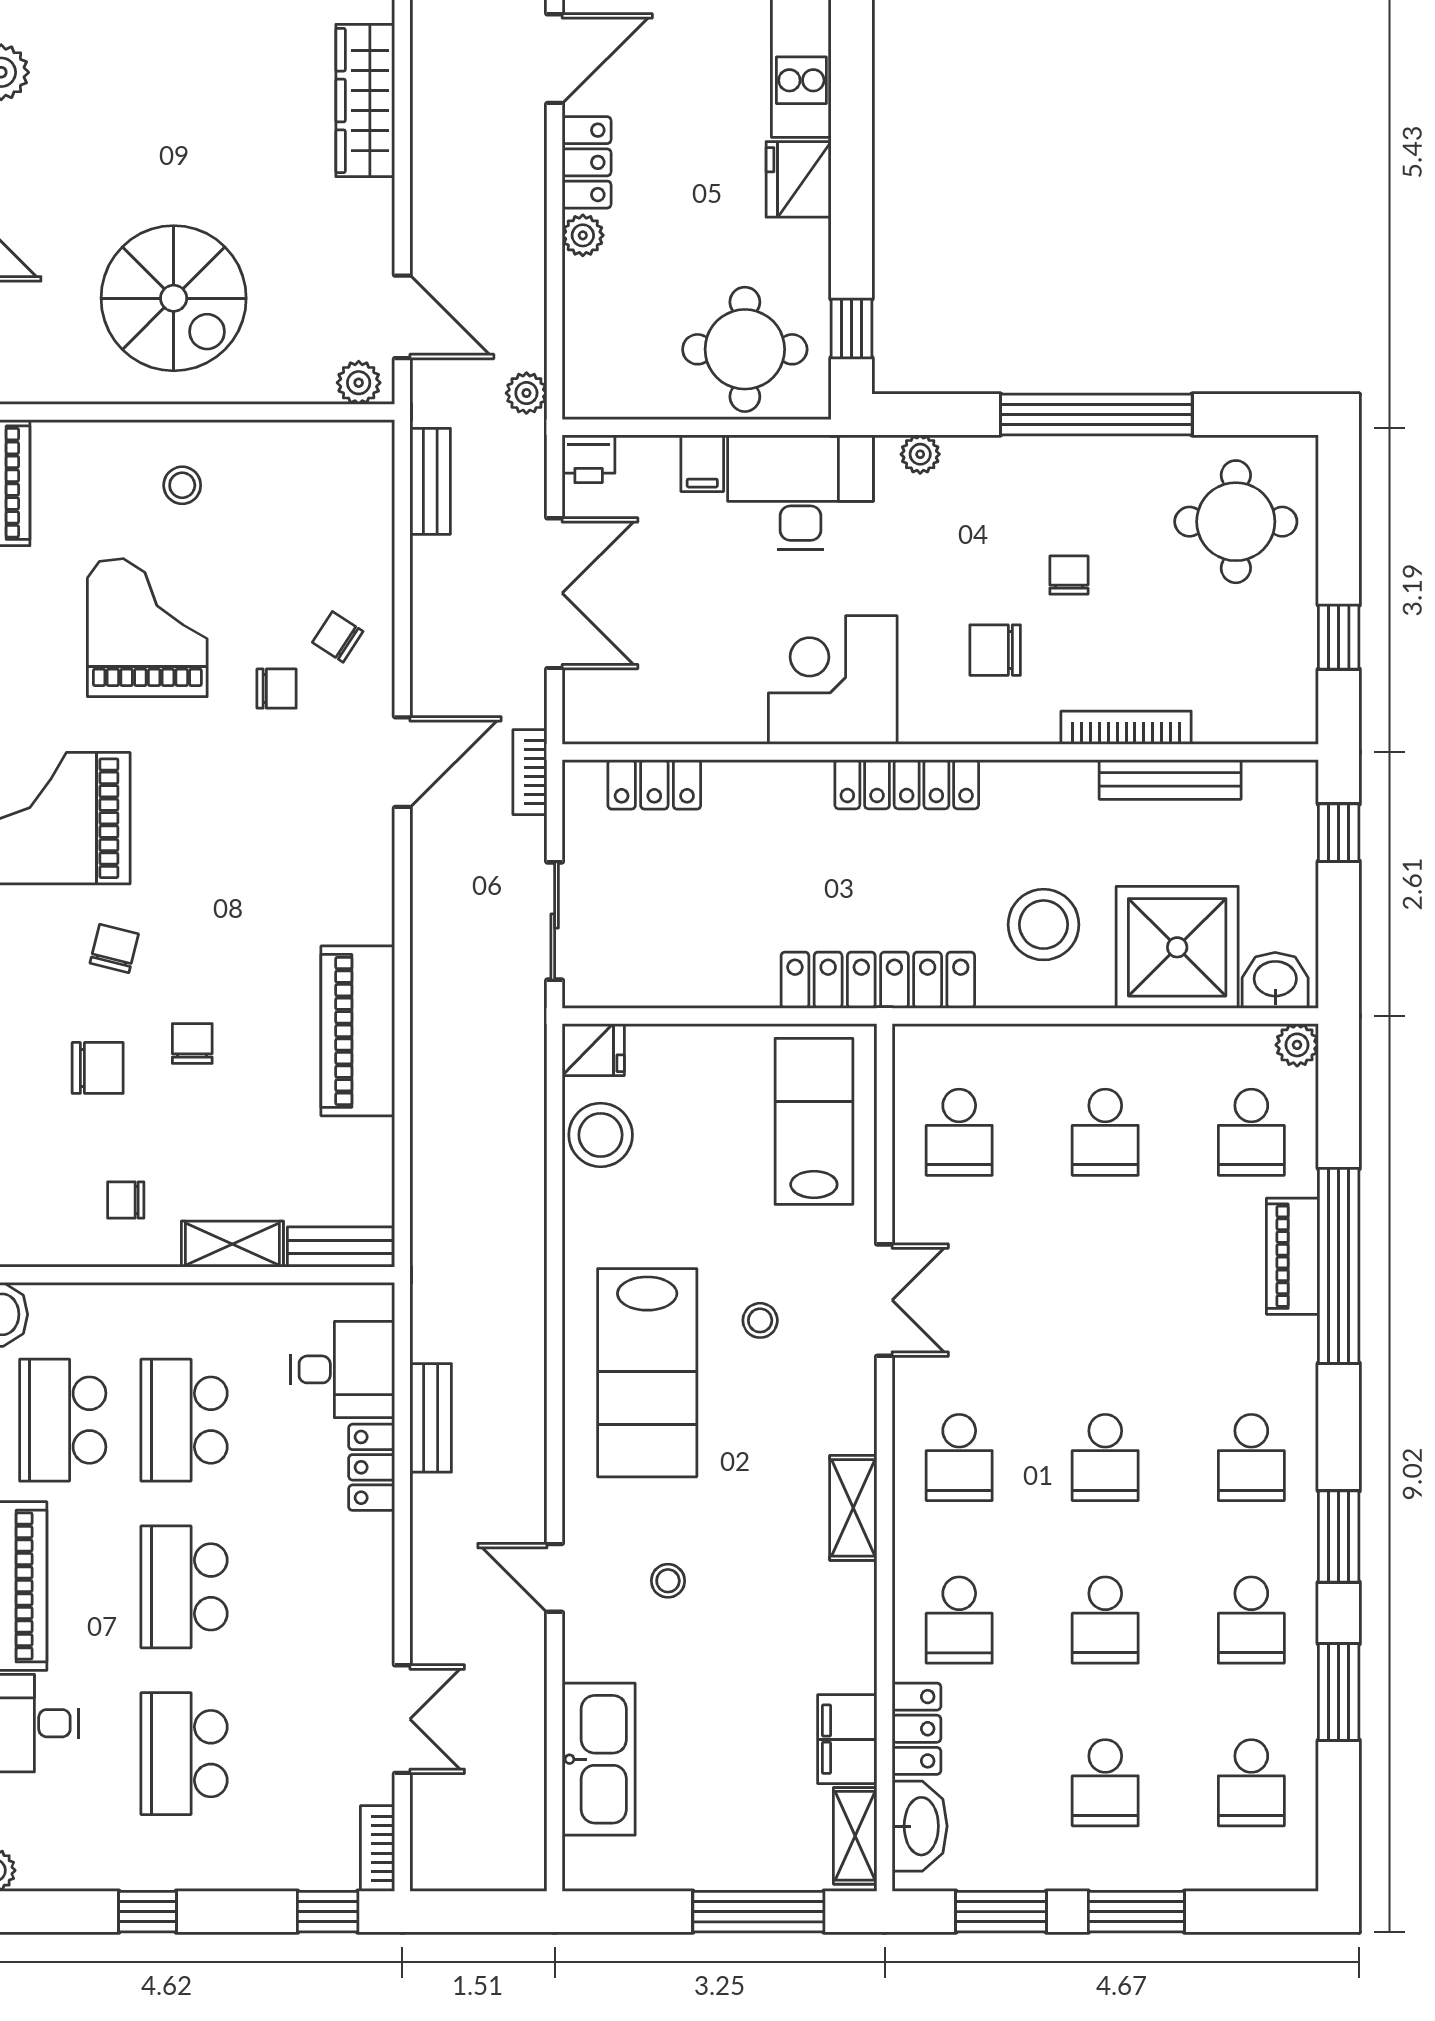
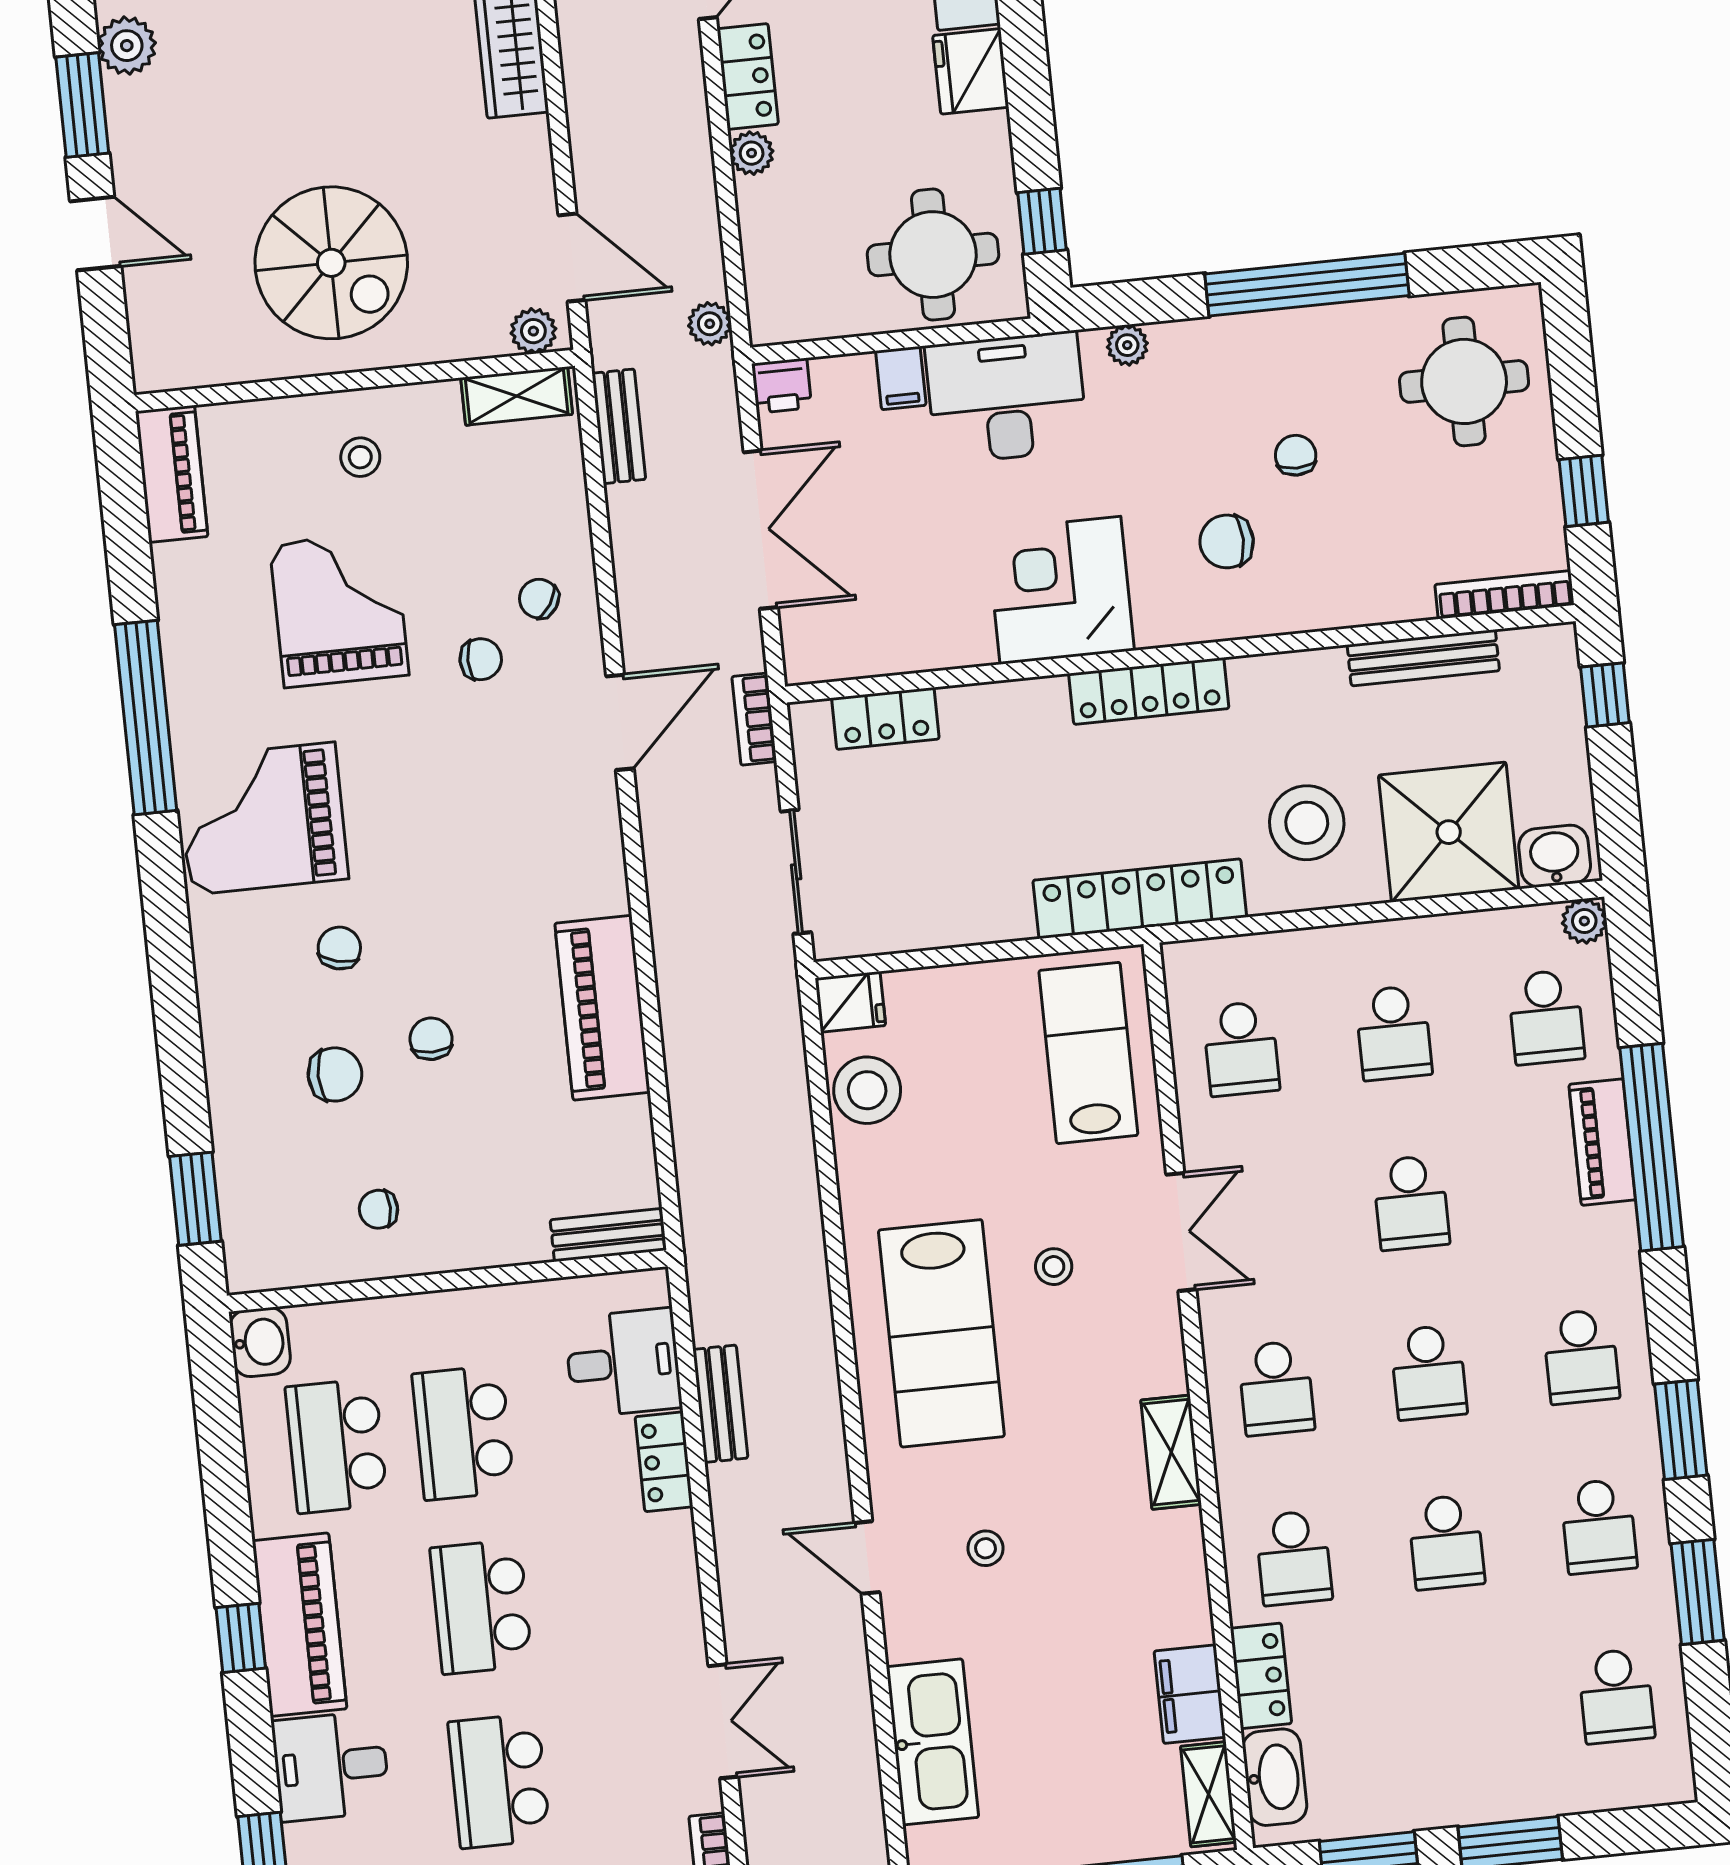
bookcase: (1126, 728) -> (1505, 595), moved
shelving: (232, 1244) -> (517, 396), moved
school desk: (1105, 1783) -> (1411, 1203), moved

